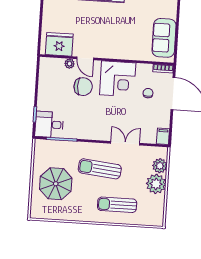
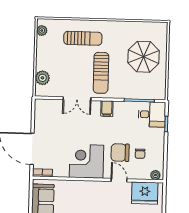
plant: (70, 64) -> (155, 175), moved
chair: (148, 93) -> (140, 154), moved
filing cabinet: (163, 136) -> (107, 109), moved
sun lounger: (100, 169) -> (101, 73), turned 84
plant: (156, 184) -> (42, 31), moved, width x0.53, depth x0.53

